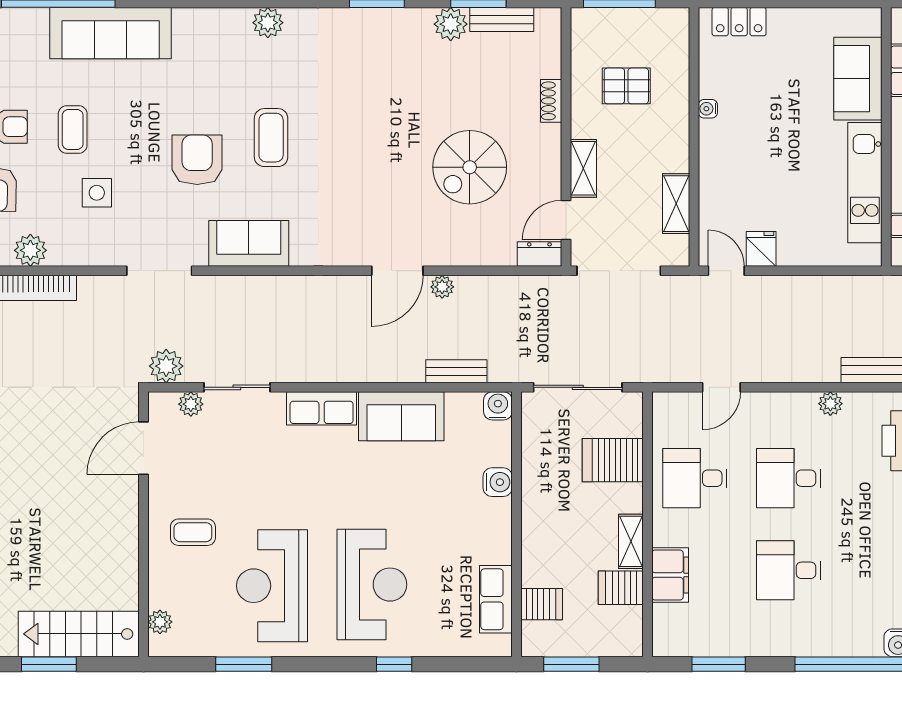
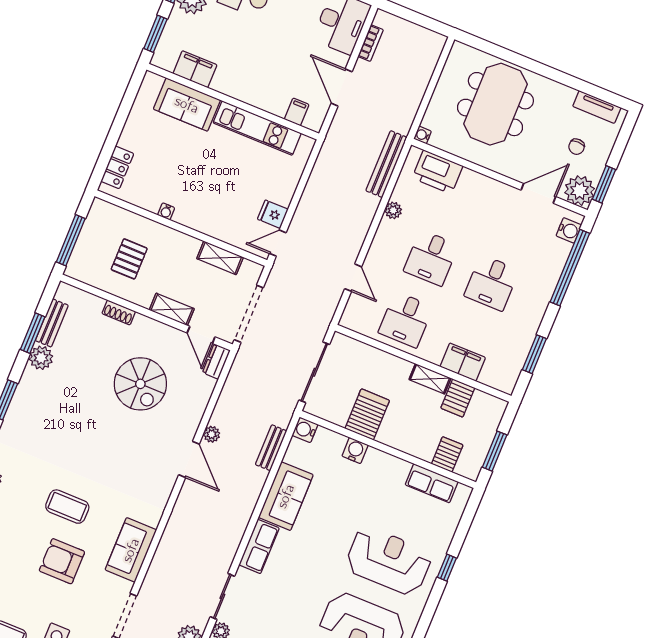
server rack: (613, 460) -> (367, 414), moved, turned 180

